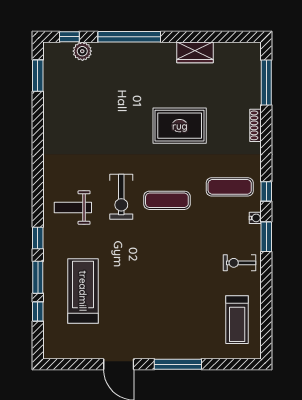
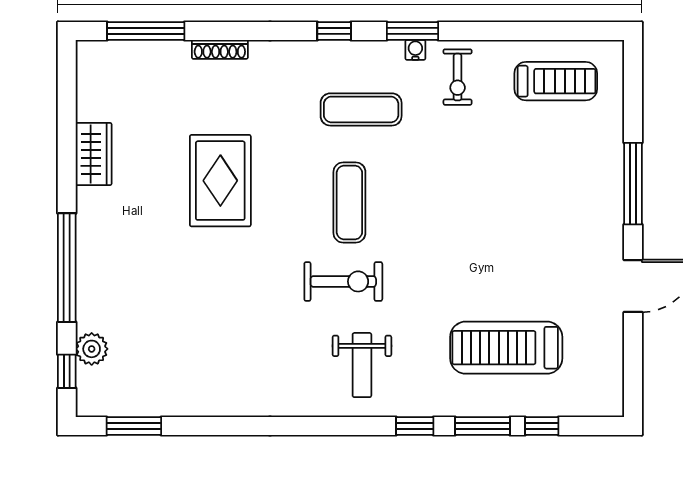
exercise mat: (230, 187) -> (361, 109), moved, turned 90
water cooler: (255, 218) -> (415, 50), moved

